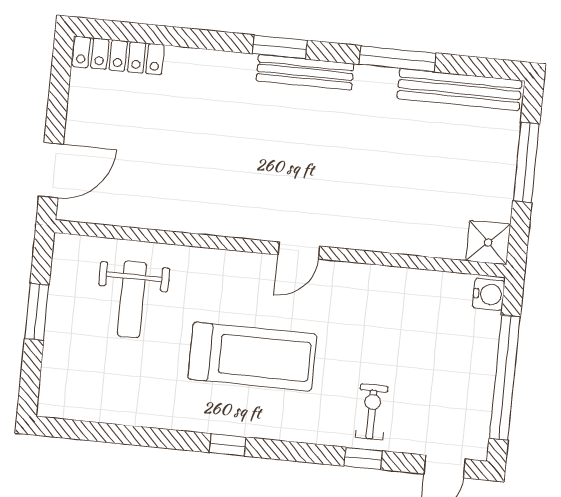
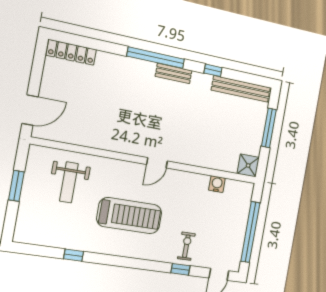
window: (280, 47) -> (156, 58), width x2.11
window: (397, 59) -> (213, 70), width x0.46
bench: (305, 72) -> (174, 73), width x0.73
water cooler: (489, 294) -> (217, 184), moved, turned -90
window: (228, 445) -> (74, 255), moved

